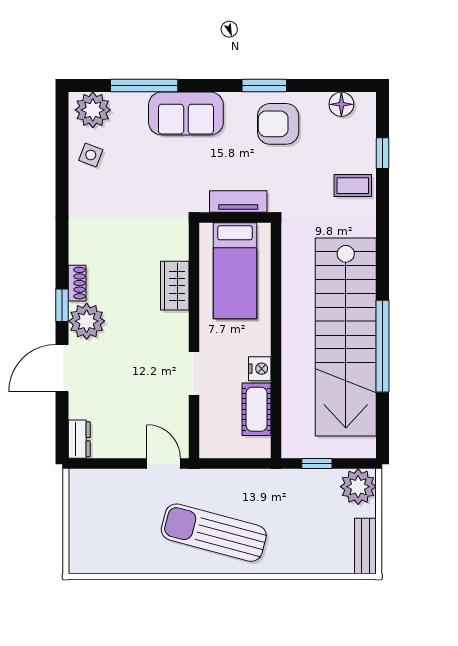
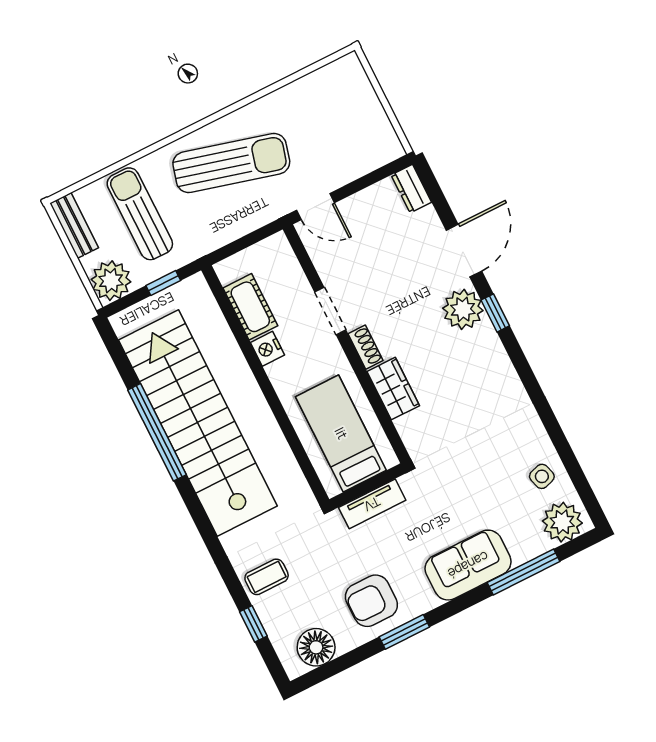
floor lamp: (341, 104) -> (316, 647), width x1.38, depth x1.38
armchair: (278, 124) -> (371, 601), turned 180
side table: (91, 155) -> (542, 476), turned -38
shoe rack: (77, 283) -> (366, 347), moved, turned 180
sun lounger: (308, 529) -> (140, 214), added

